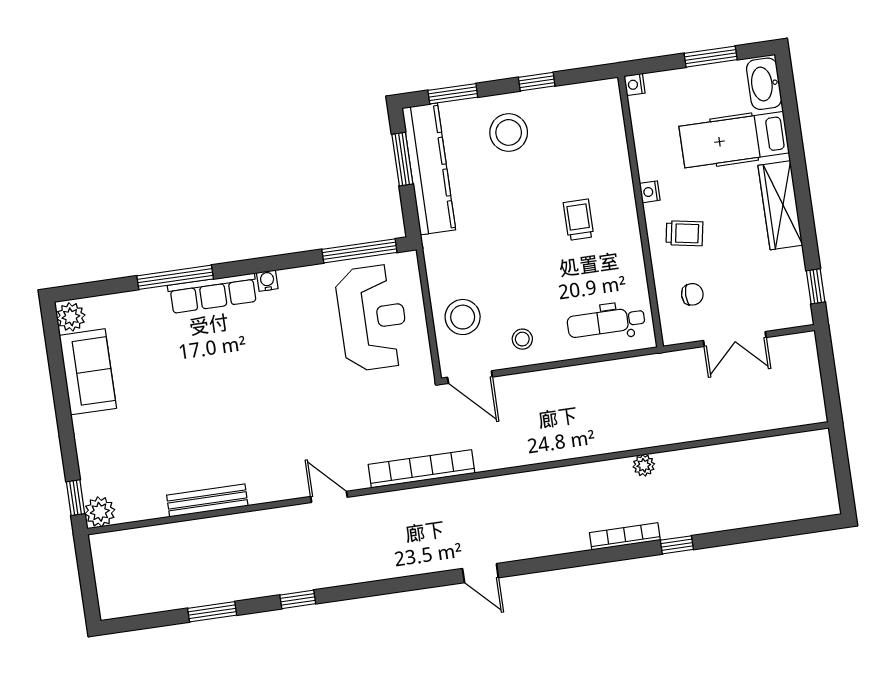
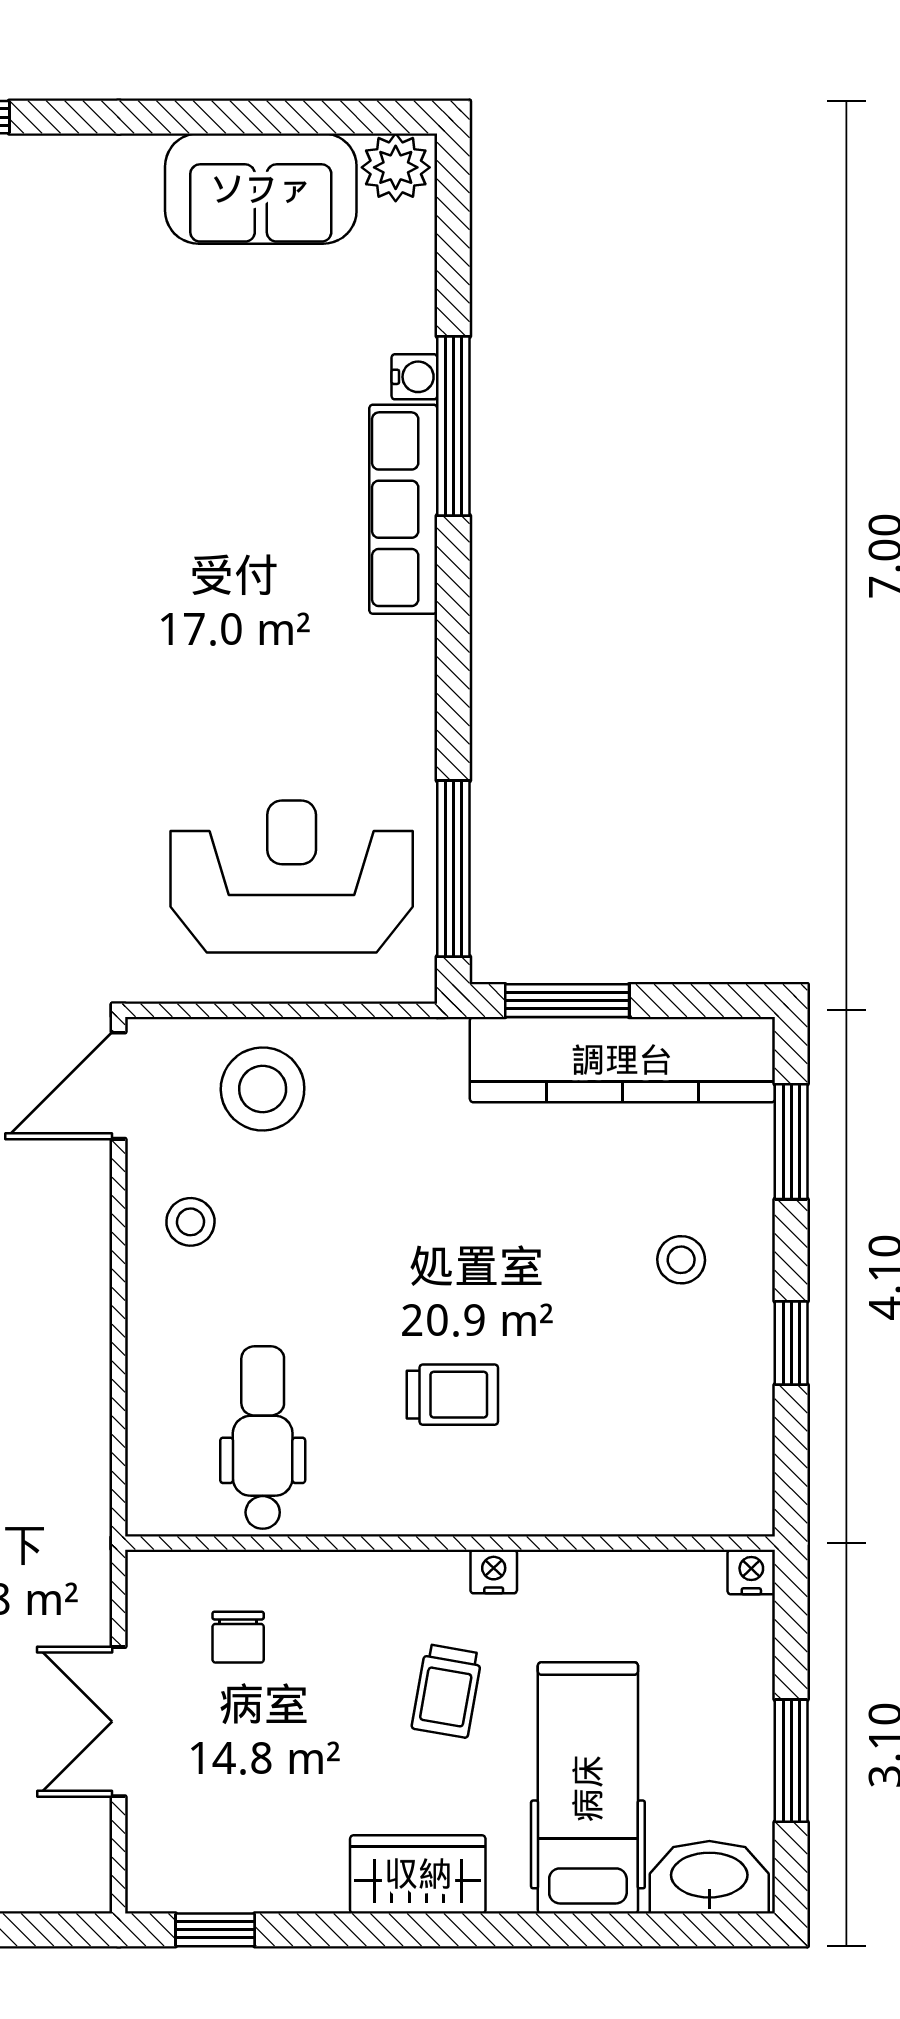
stool: (509, 132) -> (681, 1260), width x0.53, depth x0.53
window: (402, 159) -> (567, 1001), moved
wardrobe: (780, 205) -> (418, 1874), width x0.67
trolley: (685, 233) -> (447, 1691), moved
water cooler: (267, 281) -> (414, 377), moved
reception desk: (372, 318) -> (292, 877), turned 180
dental chair: (606, 322) -> (263, 1438), moved

